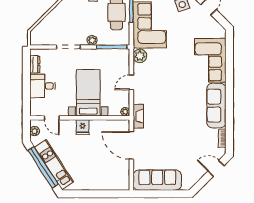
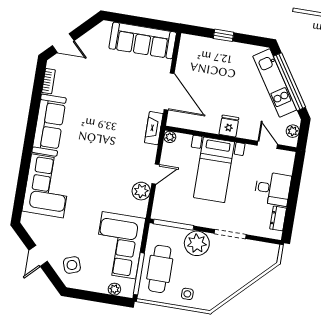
plant: (92, 40) -> (197, 243), width x1.87, depth x1.87
plant: (140, 56) -> (141, 191), moved
window: (98, 194) -> (224, 35), added

